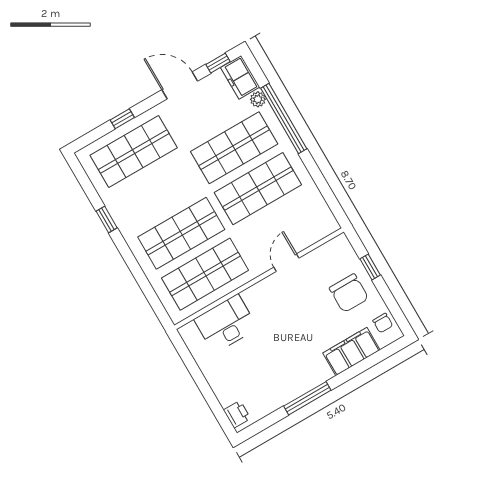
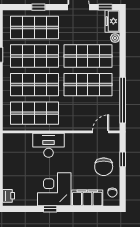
window: (284, 118) -> (123, 100), moved
shop shelf: (157, 192) -> (34, 56), added
door: (286, 263) -> (101, 132), moved
desk: (226, 324) -> (49, 145), moved
corner desk: (297, 367) -> (54, 189), added
window: (307, 398) -> (50, 209), width x0.46

